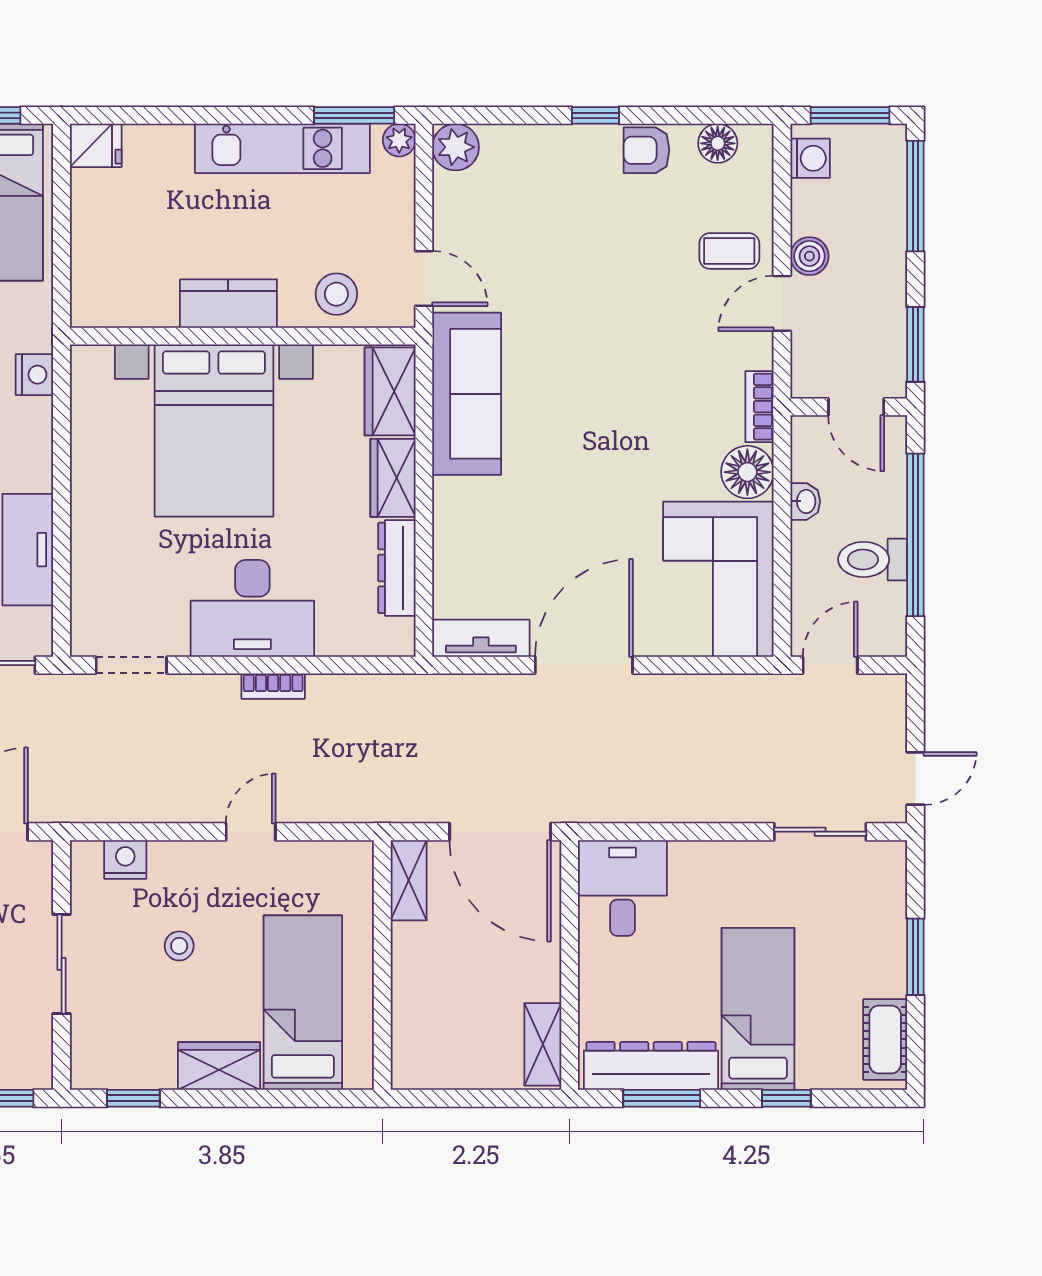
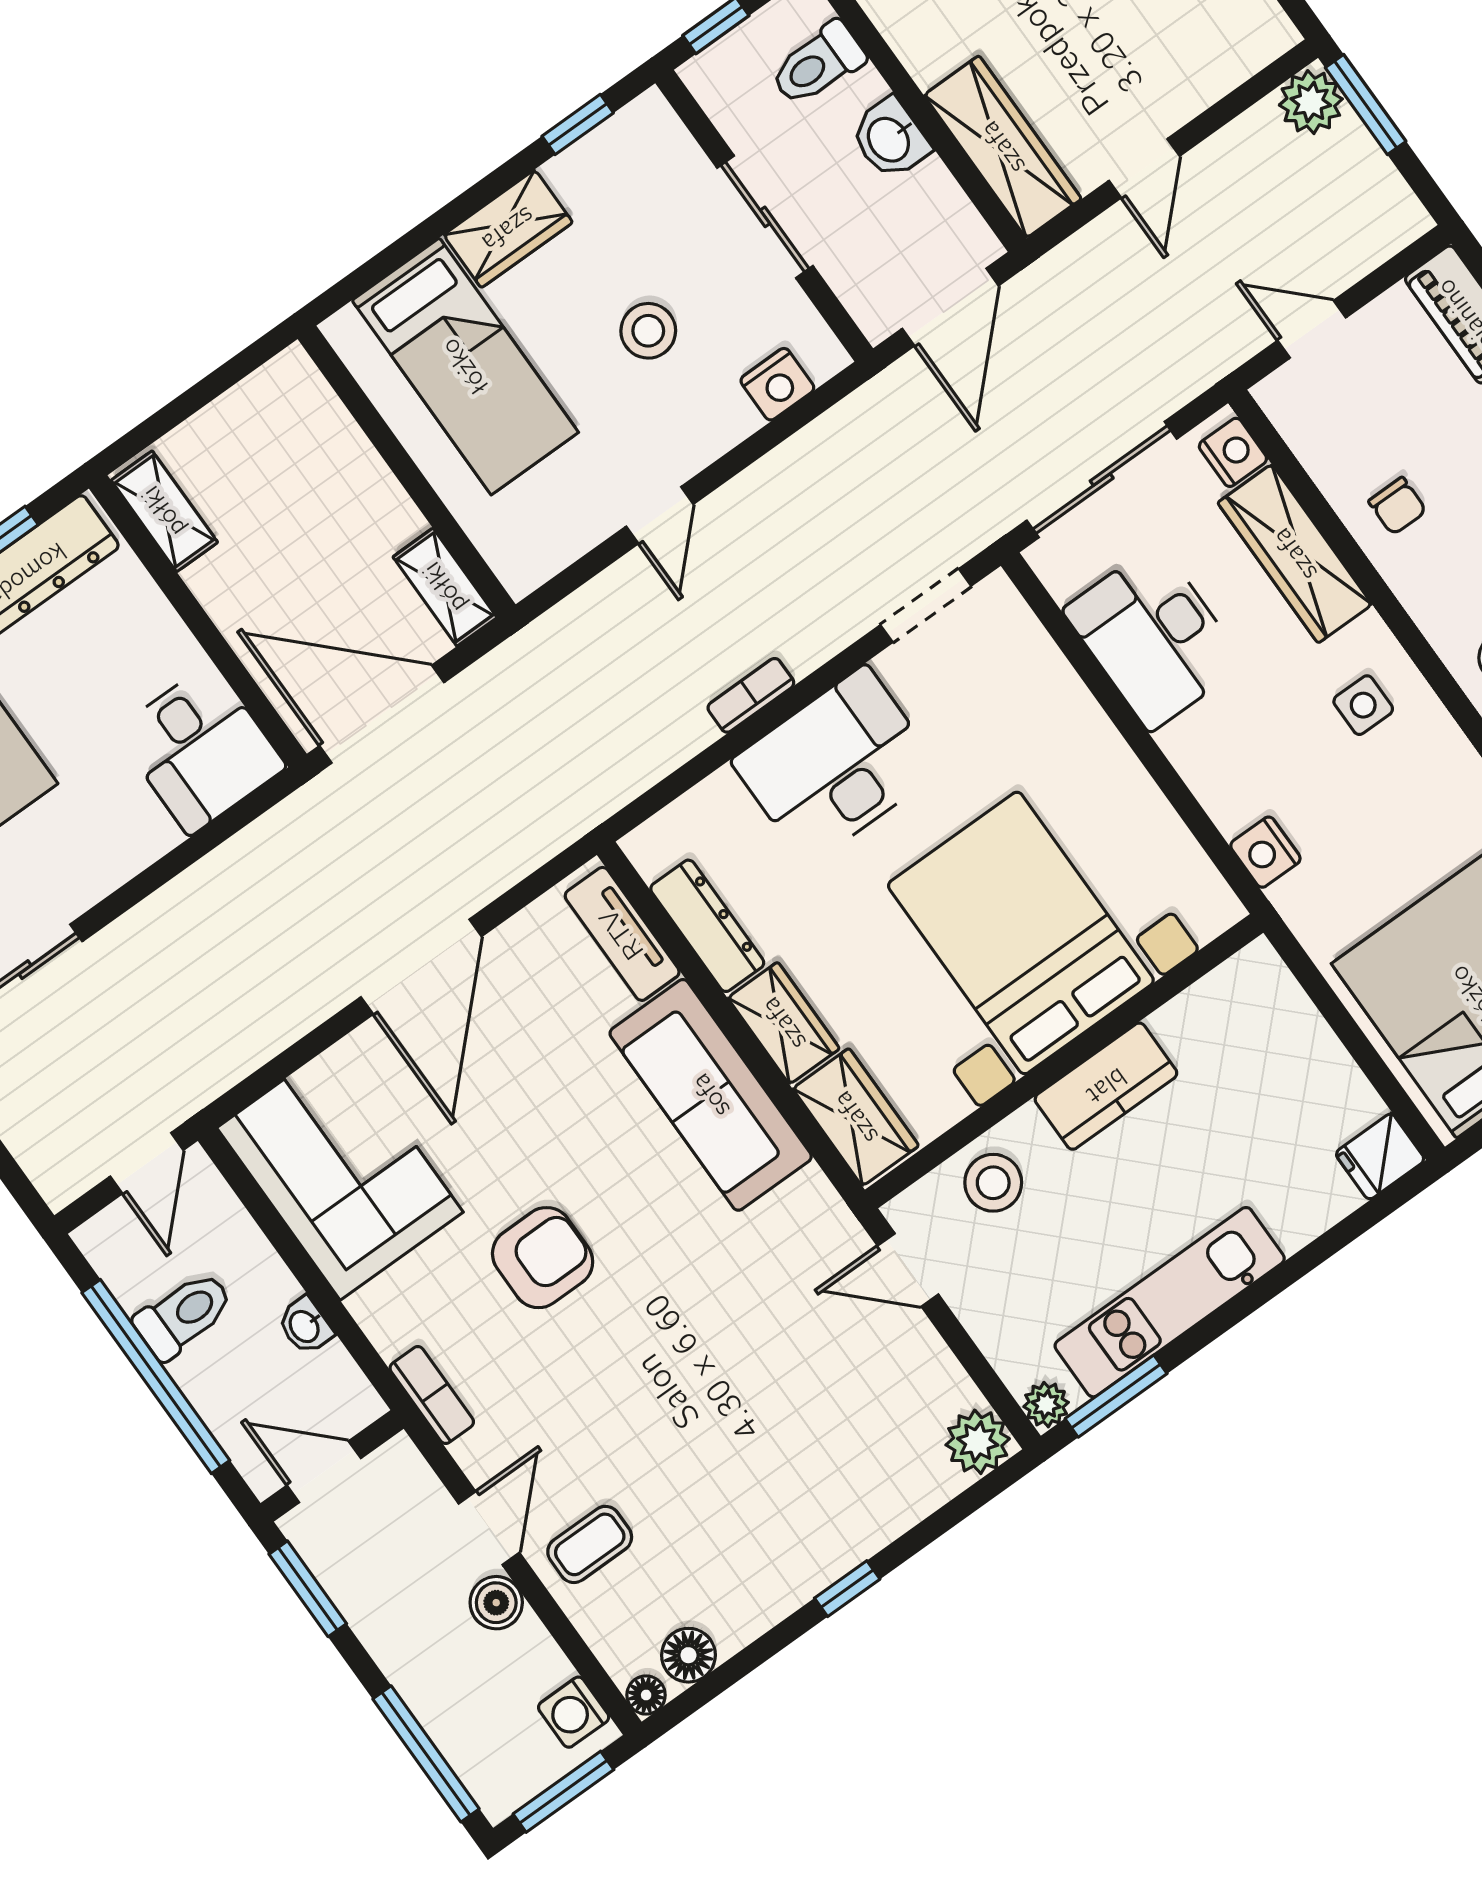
armchair: (647, 150) -> (543, 1258), moved, width x1.38, depth x1.38
sofa: (467, 394) -> (711, 1095), moved
floor lamp: (747, 472) -> (646, 1695), moved, width x0.53, depth x0.53
tv unit: (481, 638) -> (622, 934), moved, turned 90
stool: (179, 946) -> (648, 331), width x1.37, depth x1.37

